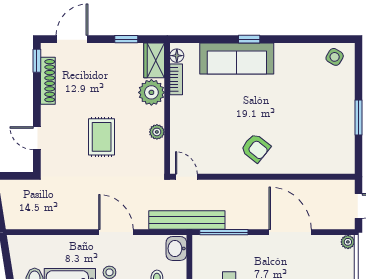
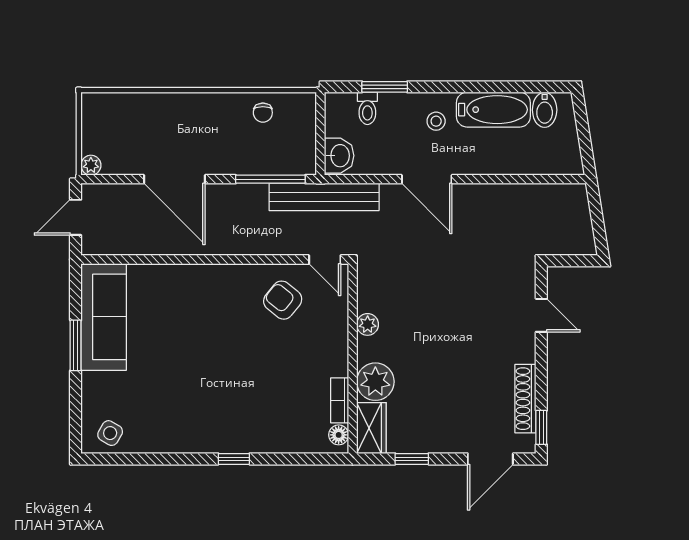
sofa: (237, 58) -> (104, 317), moved, turned 90
rug: (102, 137) -> (448, 317), removed
armchair: (256, 148) -> (283, 300), moved

